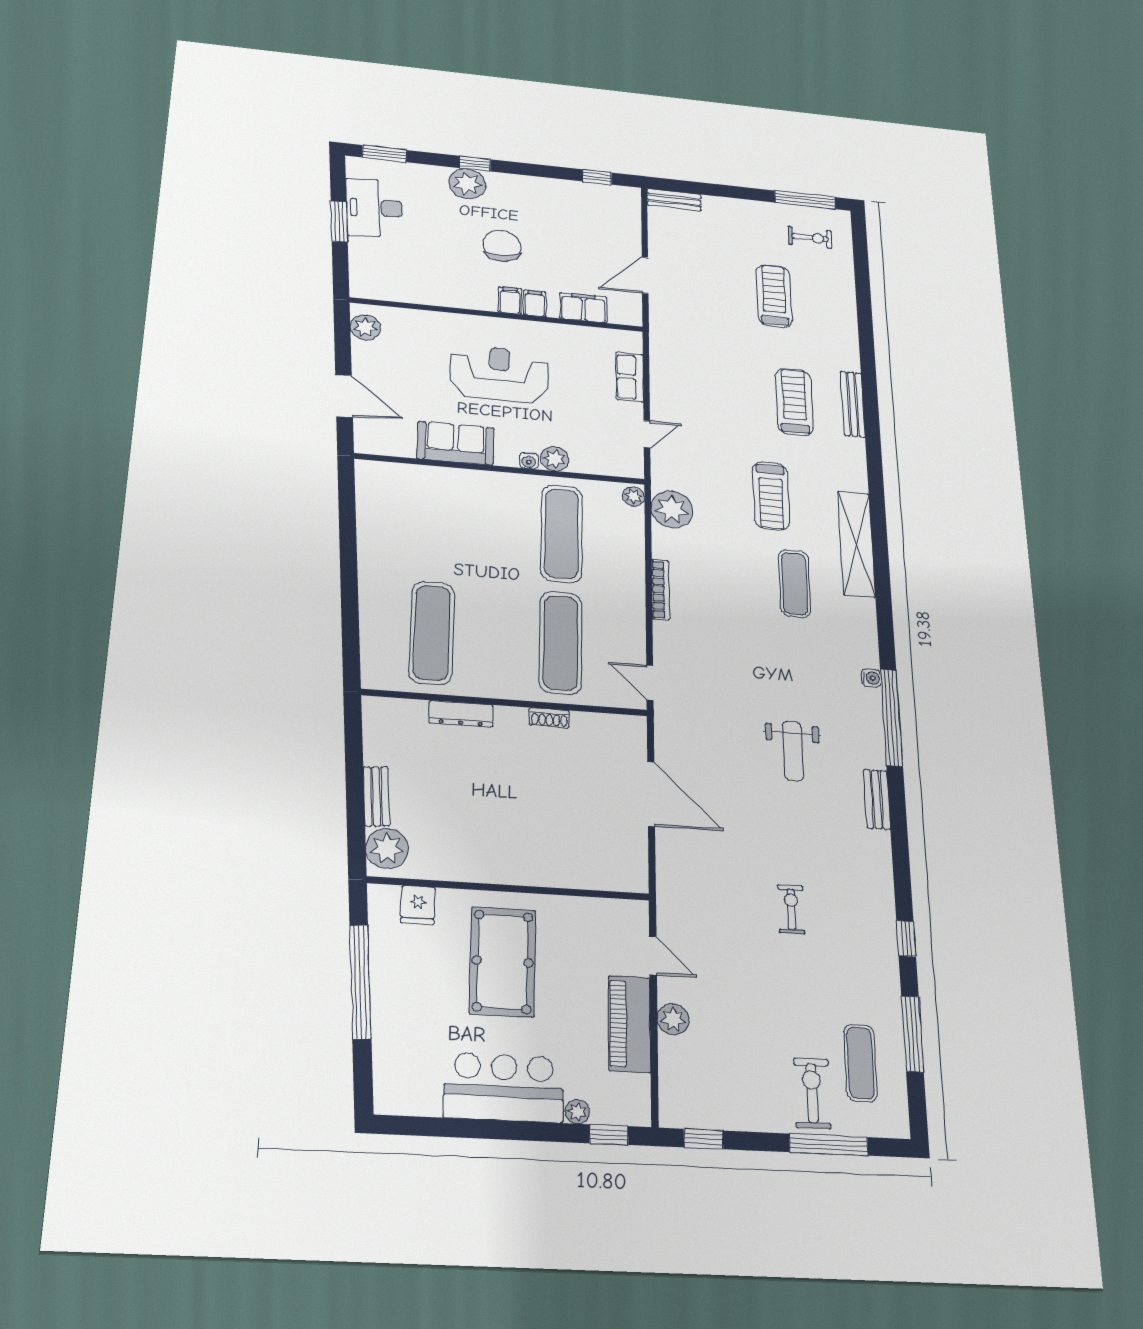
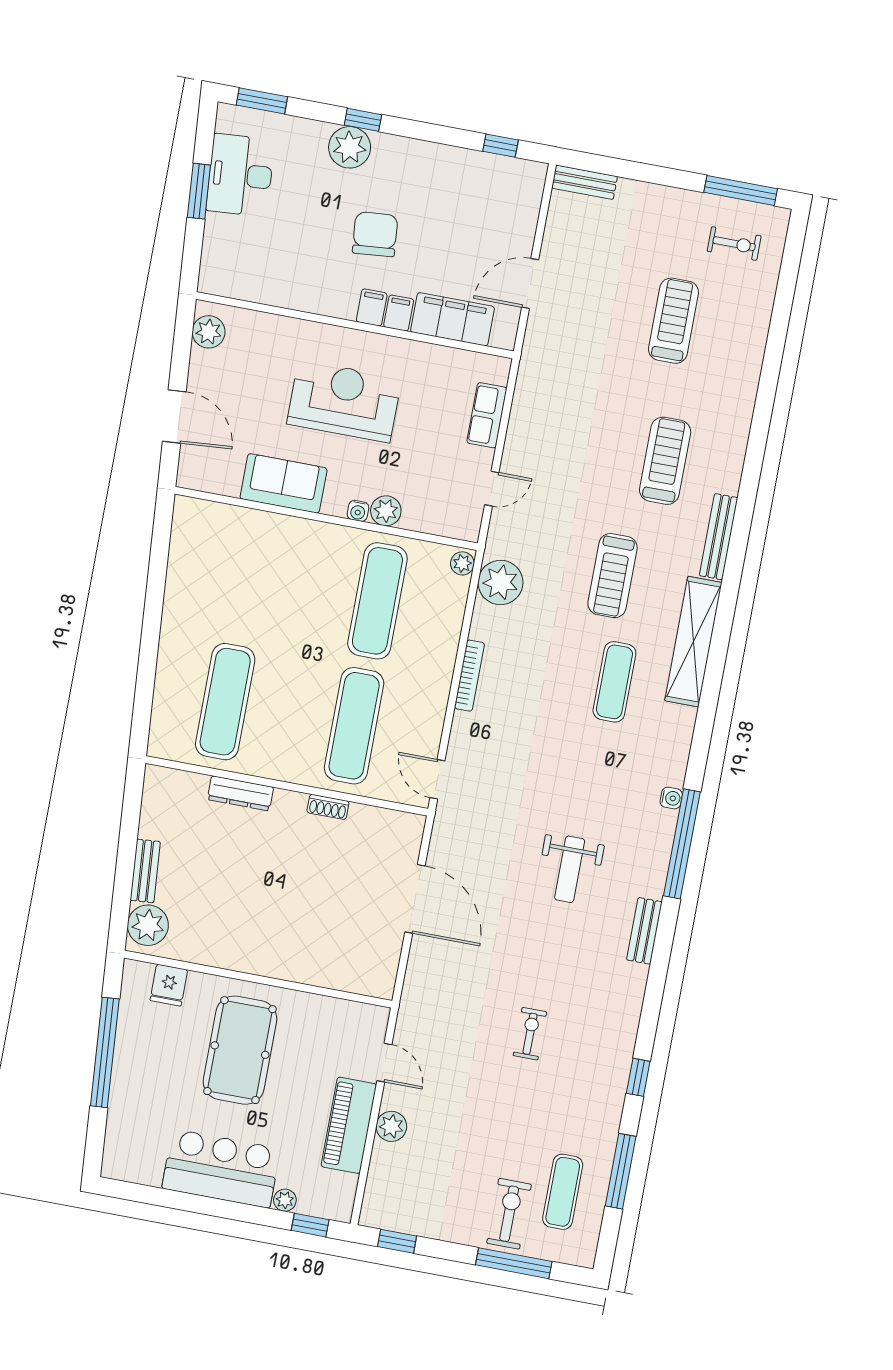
filing cabinet: (583, 308) -> (453, 319), width x1.50, depth x1.17
bench: (853, 404) -> (719, 537), moved

